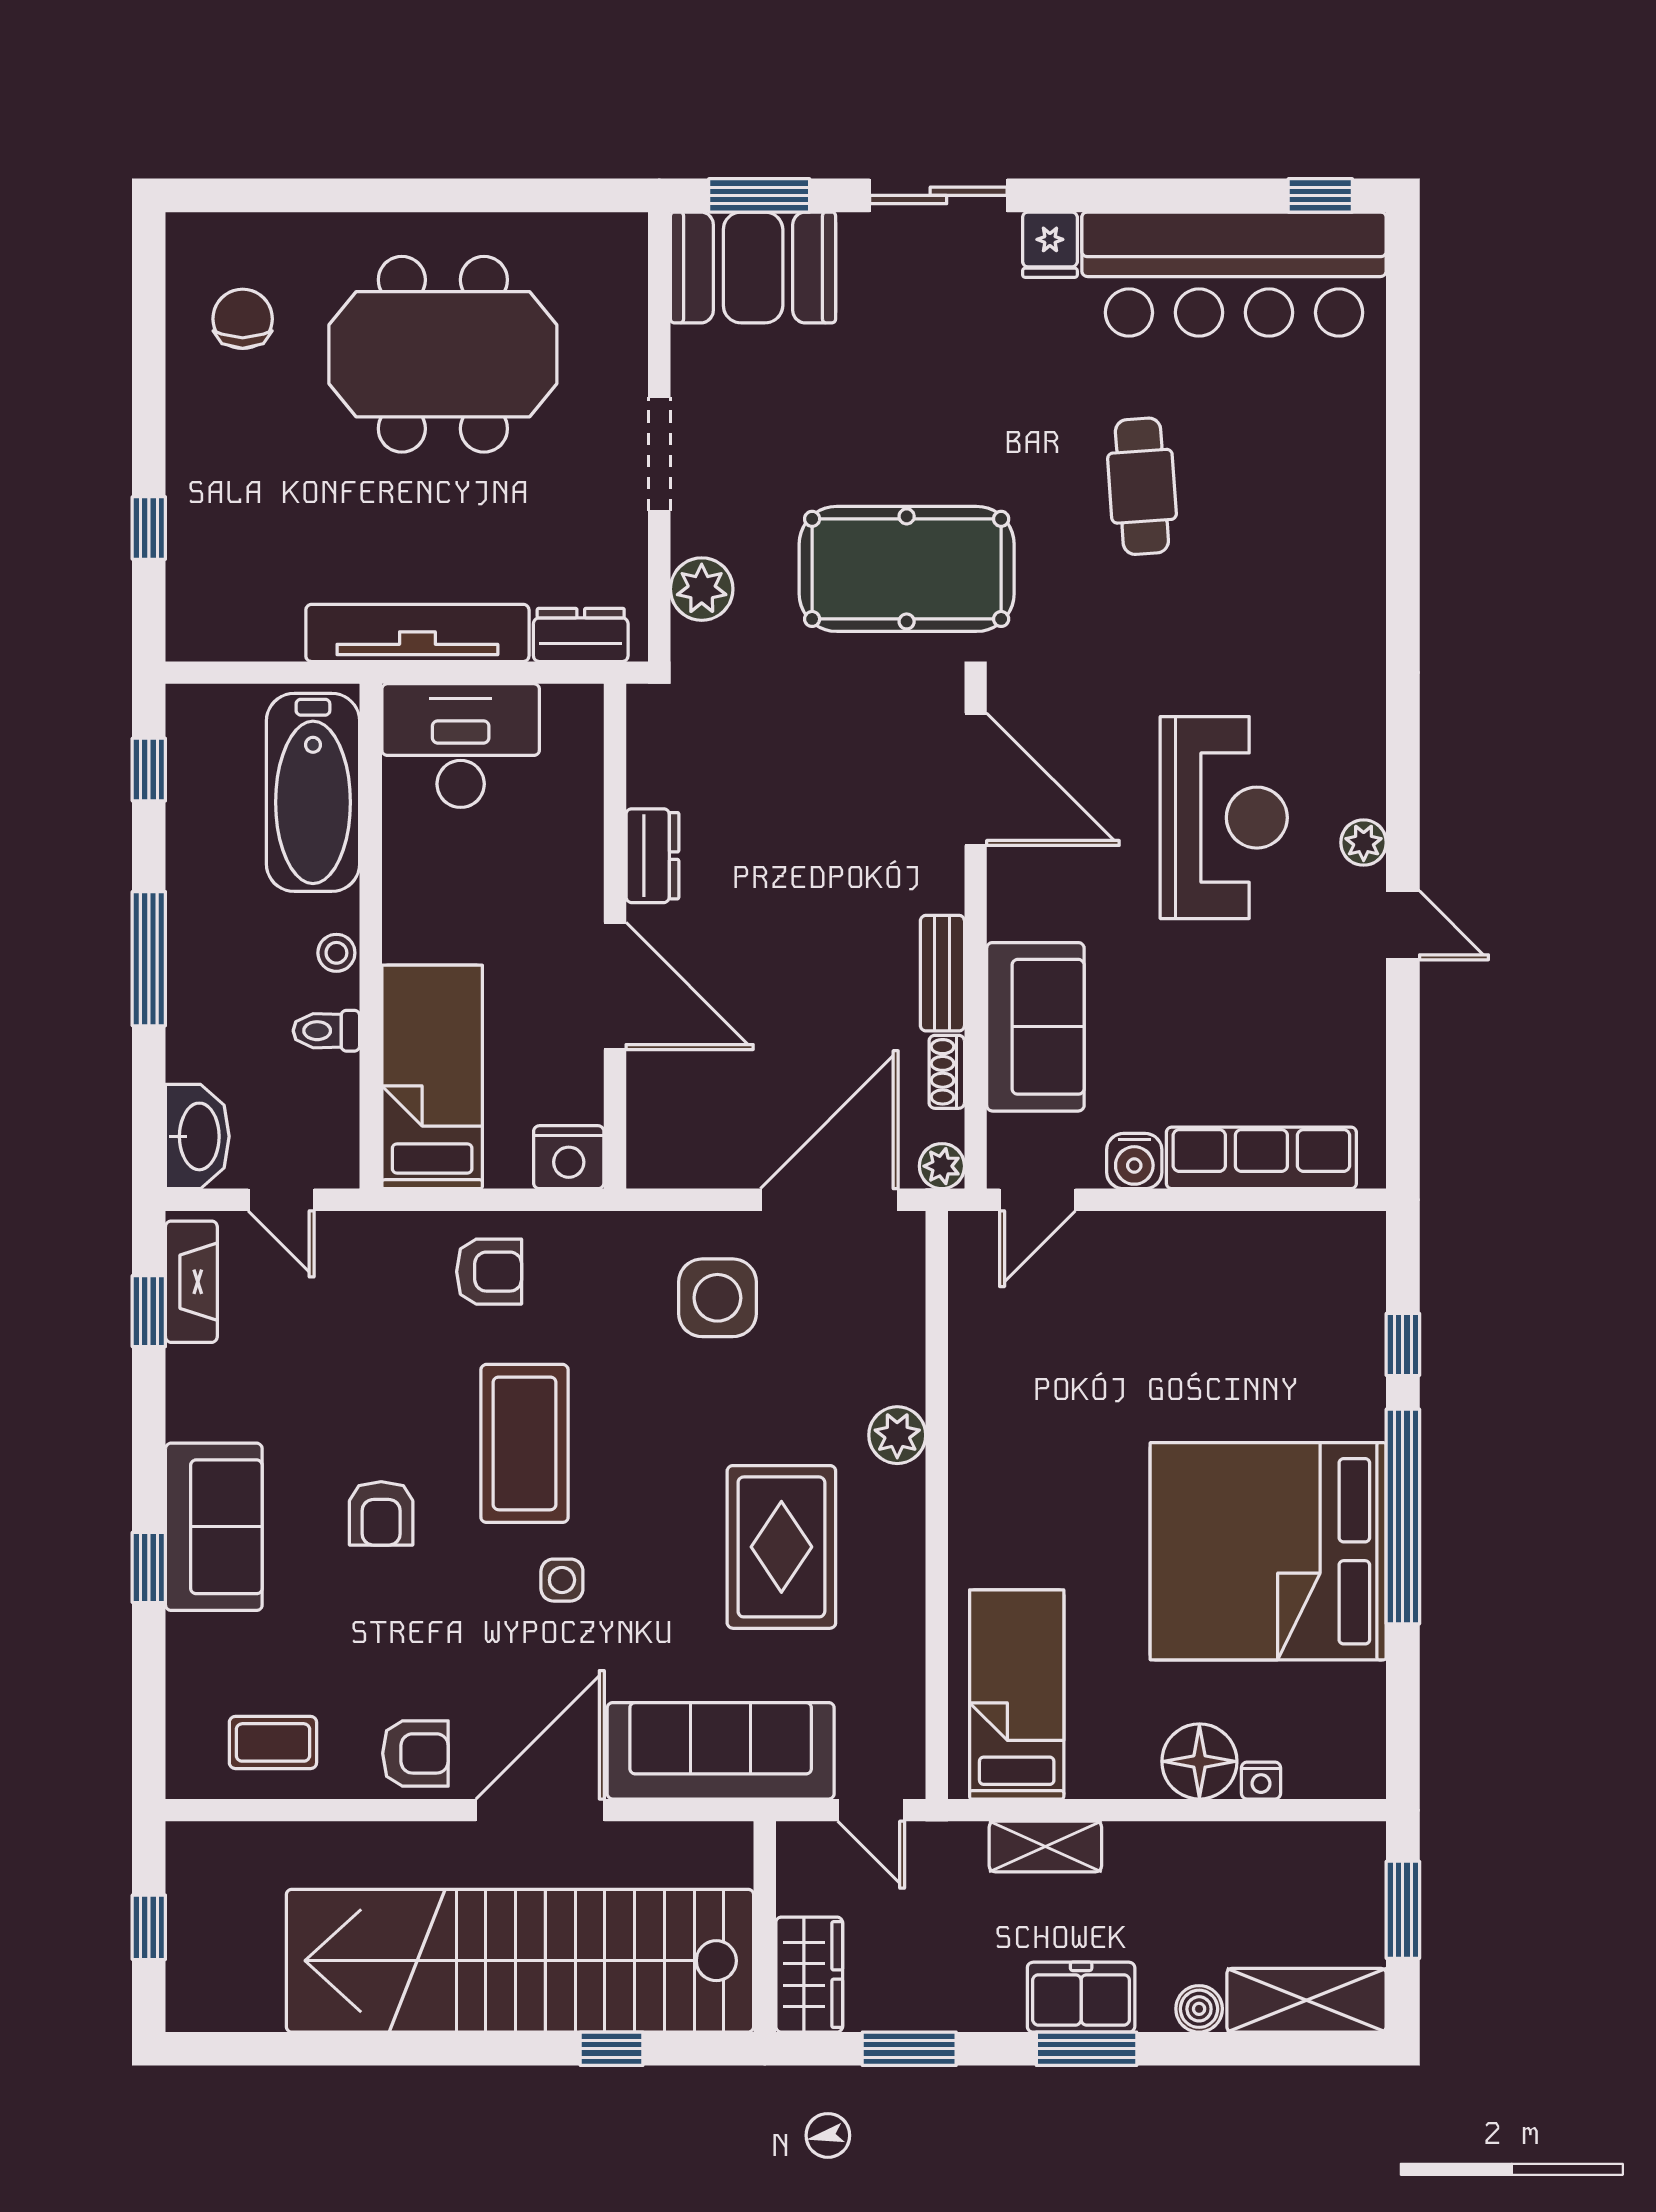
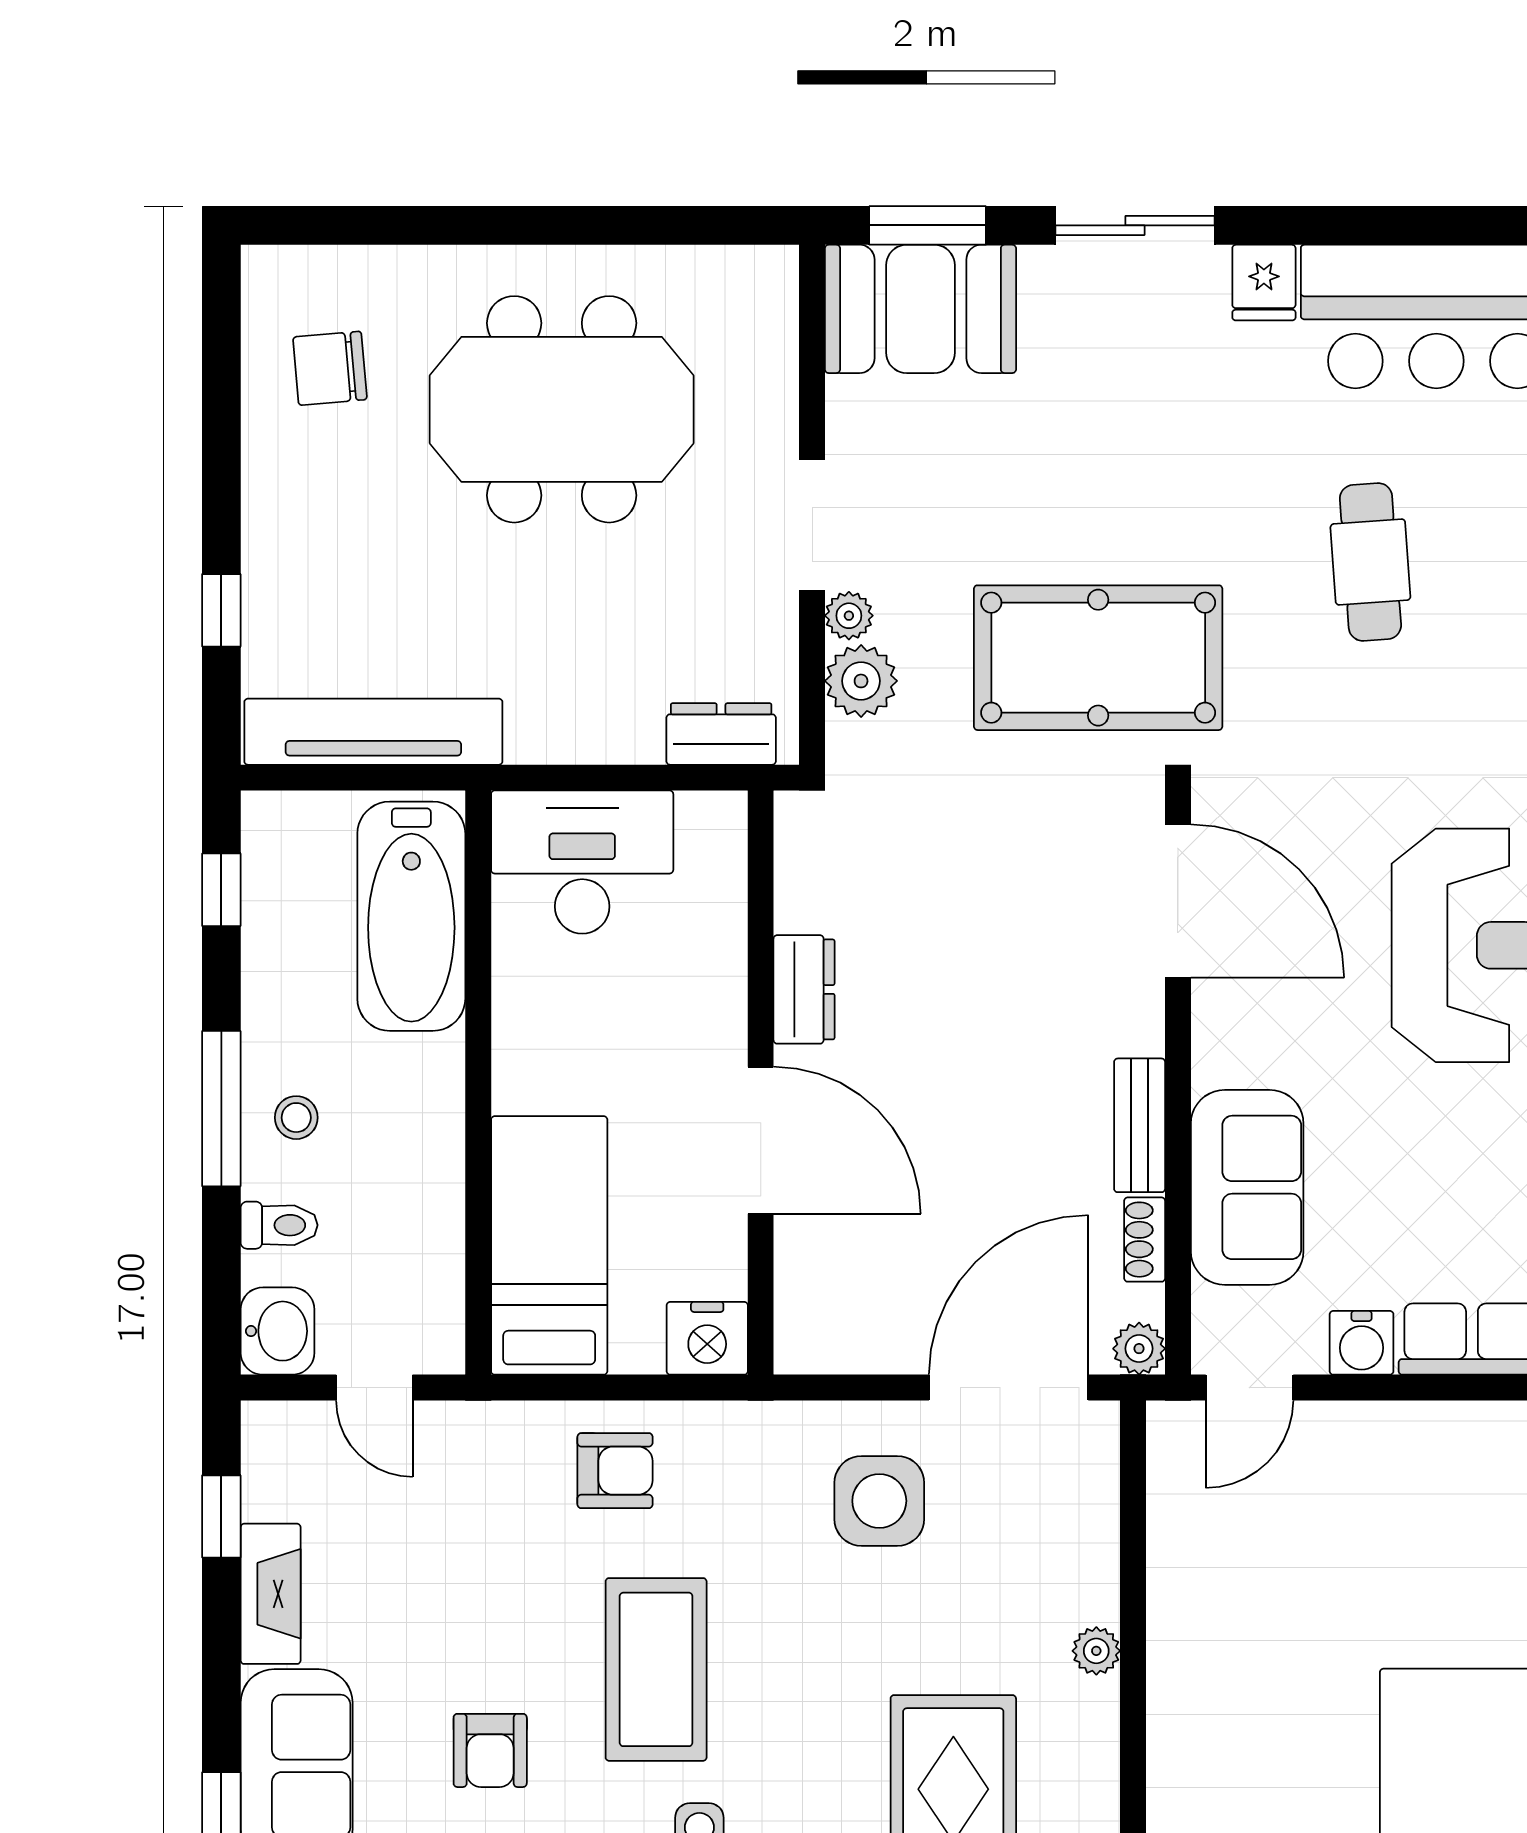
chair: (243, 319) -> (330, 368), turned -95
plant: (691, 533) -> (849, 616), added
tv unit: (417, 633) -> (373, 732), moved
stool: (336, 953) -> (296, 1118), moved
toilet: (326, 1031) -> (279, 1225), moved, turned 180
washbasin: (197, 1136) -> (278, 1331), width x0.72
fireplace: (191, 1282) -> (271, 1594), moved
plant: (897, 1435) -> (1096, 1651), width x0.73, depth x0.73

